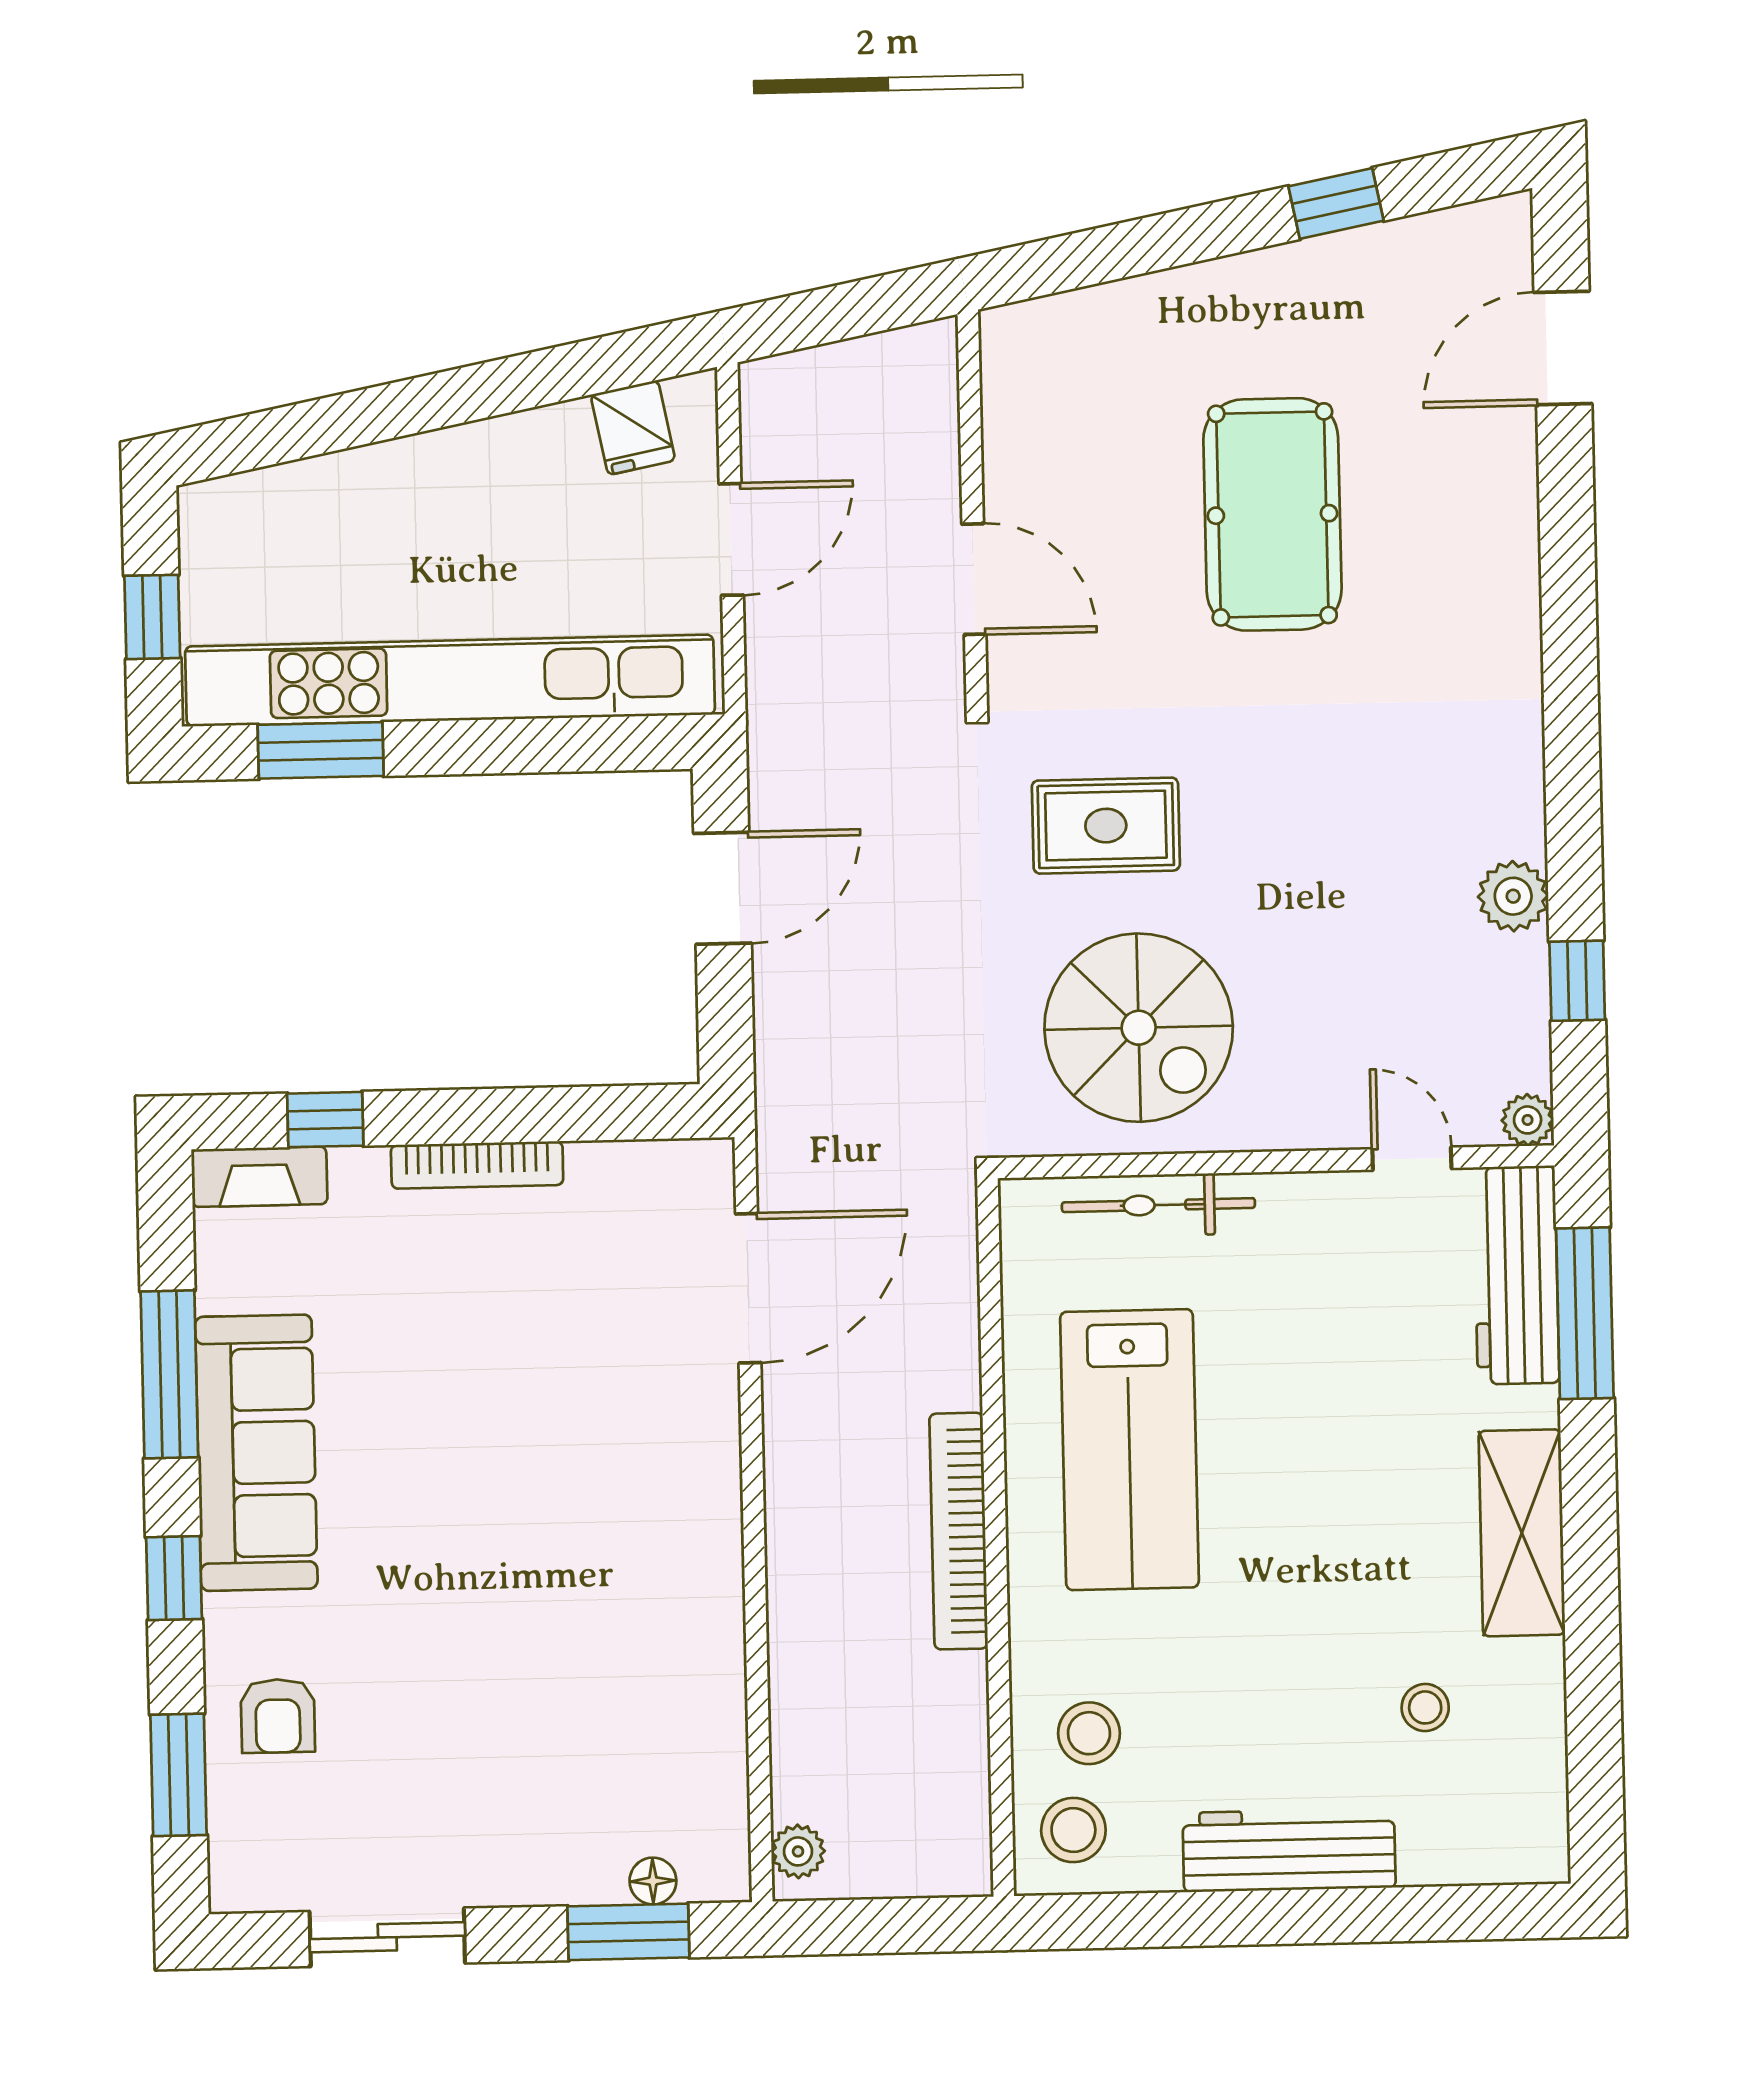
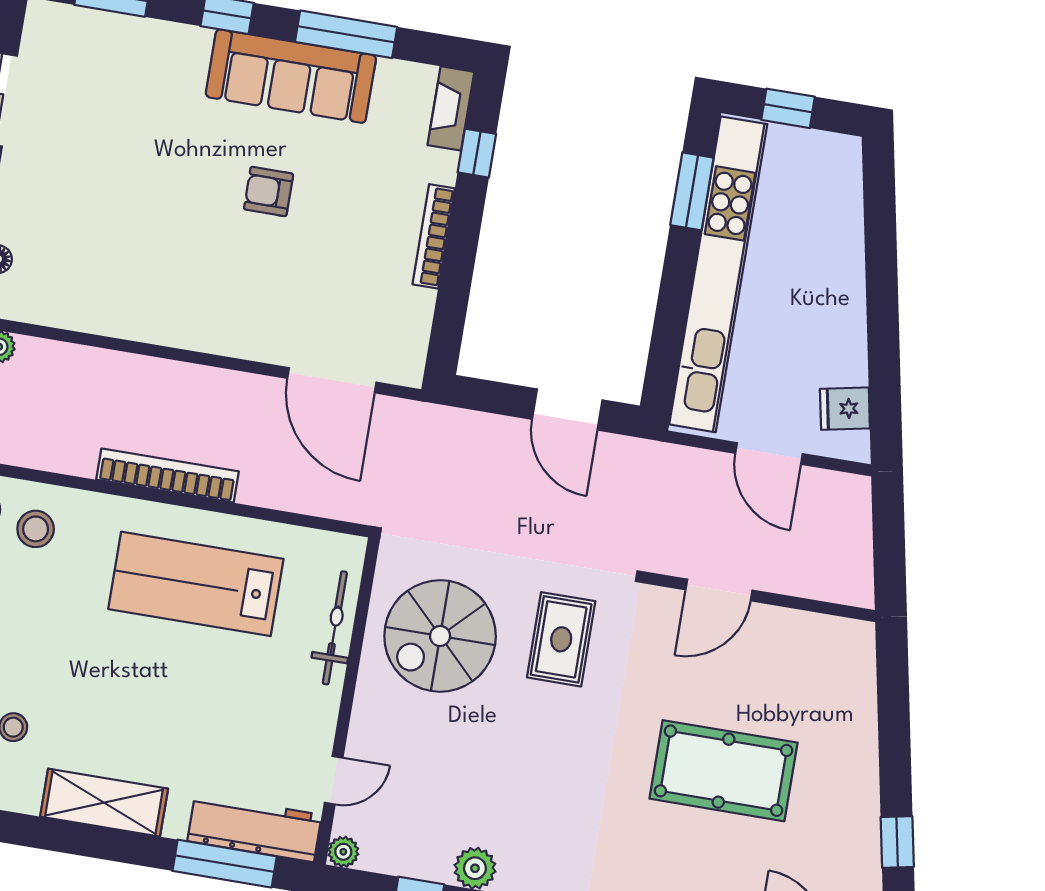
armchair: (278, 1716) -> (269, 192), moved

